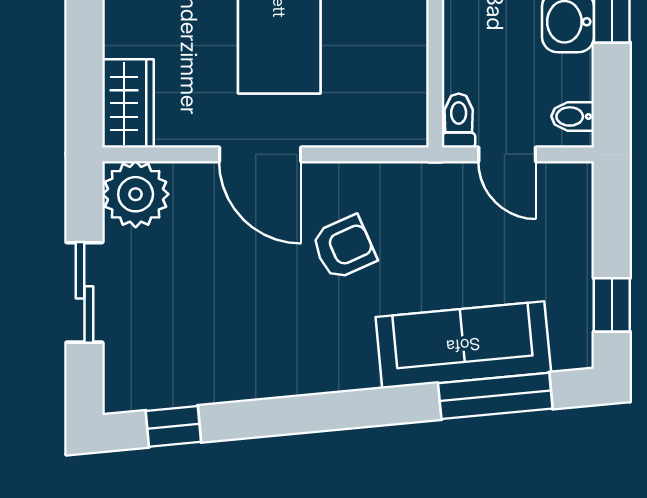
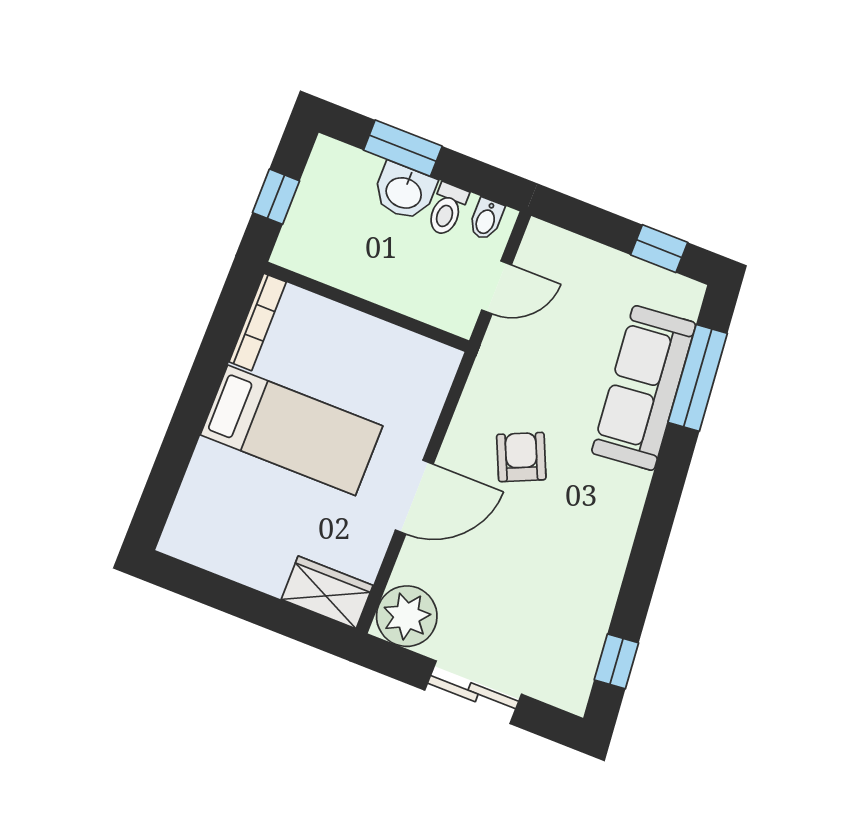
toilet: (459, 121) -> (447, 209), moved, turned -90

